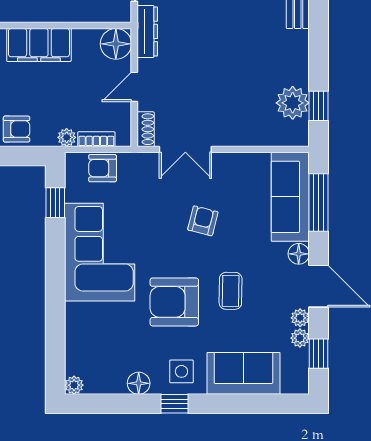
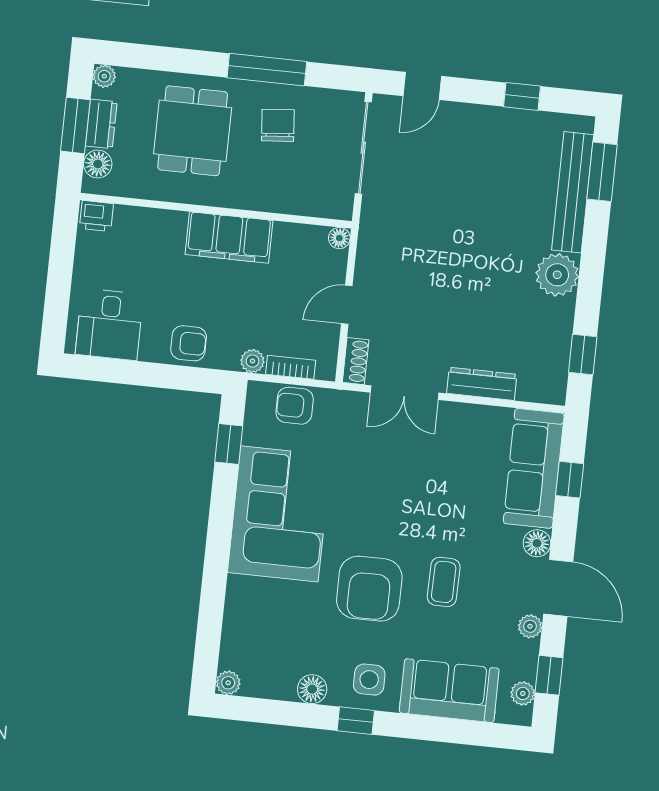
dresser: (147, 31) -> (482, 384), moved, turned -90
floor lamp: (116, 44) -> (339, 238), width x0.53, depth x0.53
plant: (293, 103) -> (557, 275), moved
window: (319, 203) -> (570, 480), width x0.46
armchair: (203, 221) -> (417, 487), removed
armchair: (174, 302) -> (369, 589), turned -90
plant: (300, 338) -> (523, 693), moved

